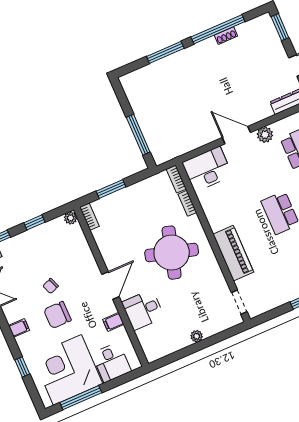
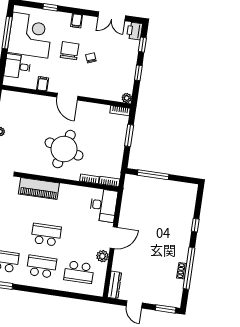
window: (165, 52) -> (195, 225), width x0.46
desk: (143, 310) -> (39, 108), removed

